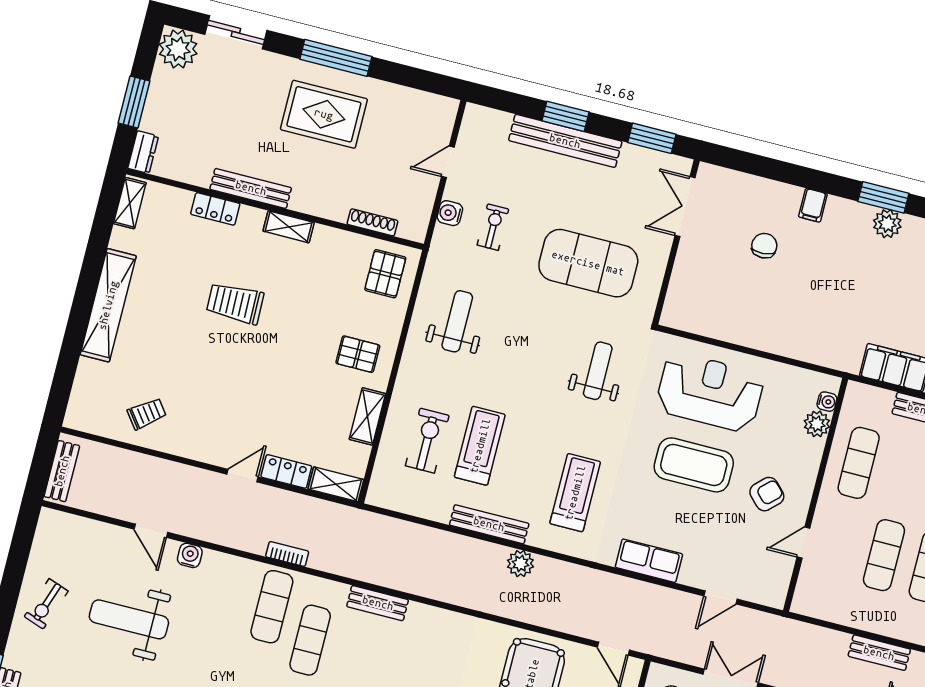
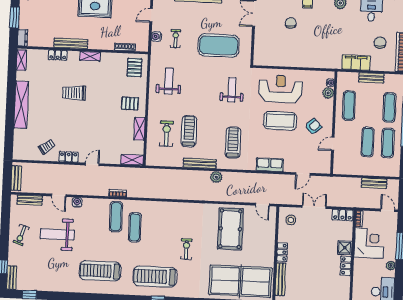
locker: (286, 471) -> (69, 157), moved
bench: (378, 603) -> (30, 200), moved

